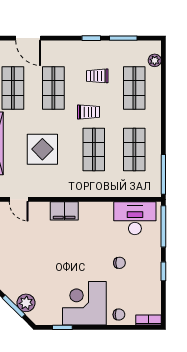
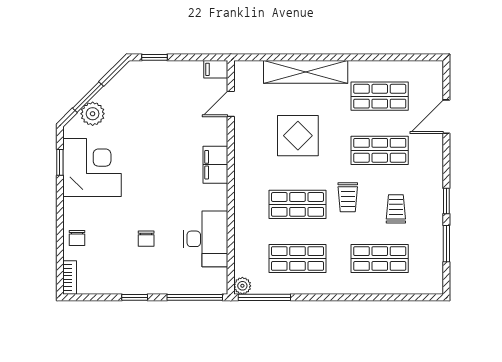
plant: (155, 60) -> (242, 286), moved
desk: (135, 218) -> (206, 239), moved
corner desk: (84, 303) -> (92, 167), moved

